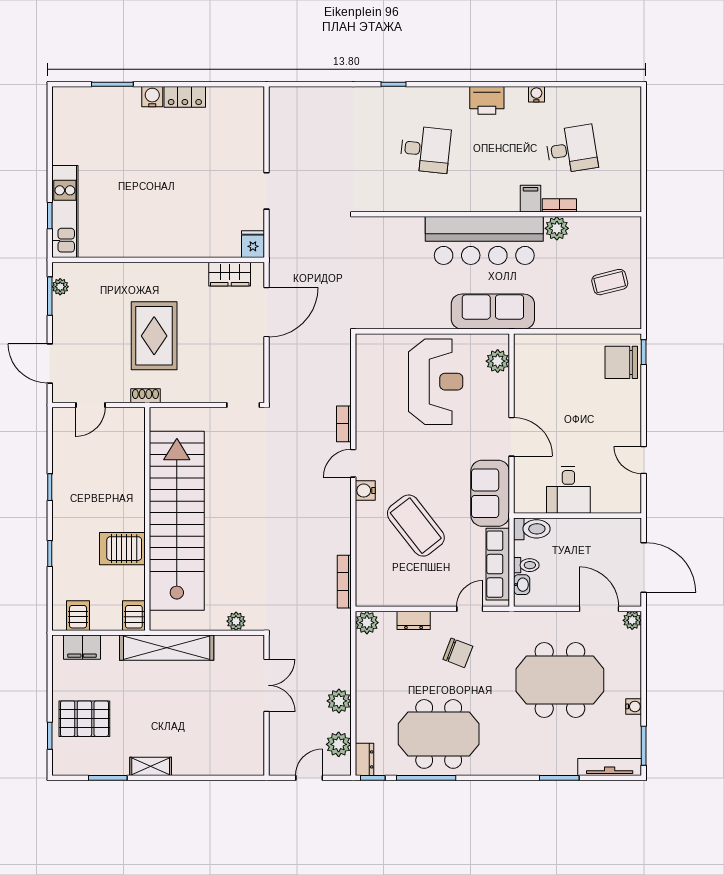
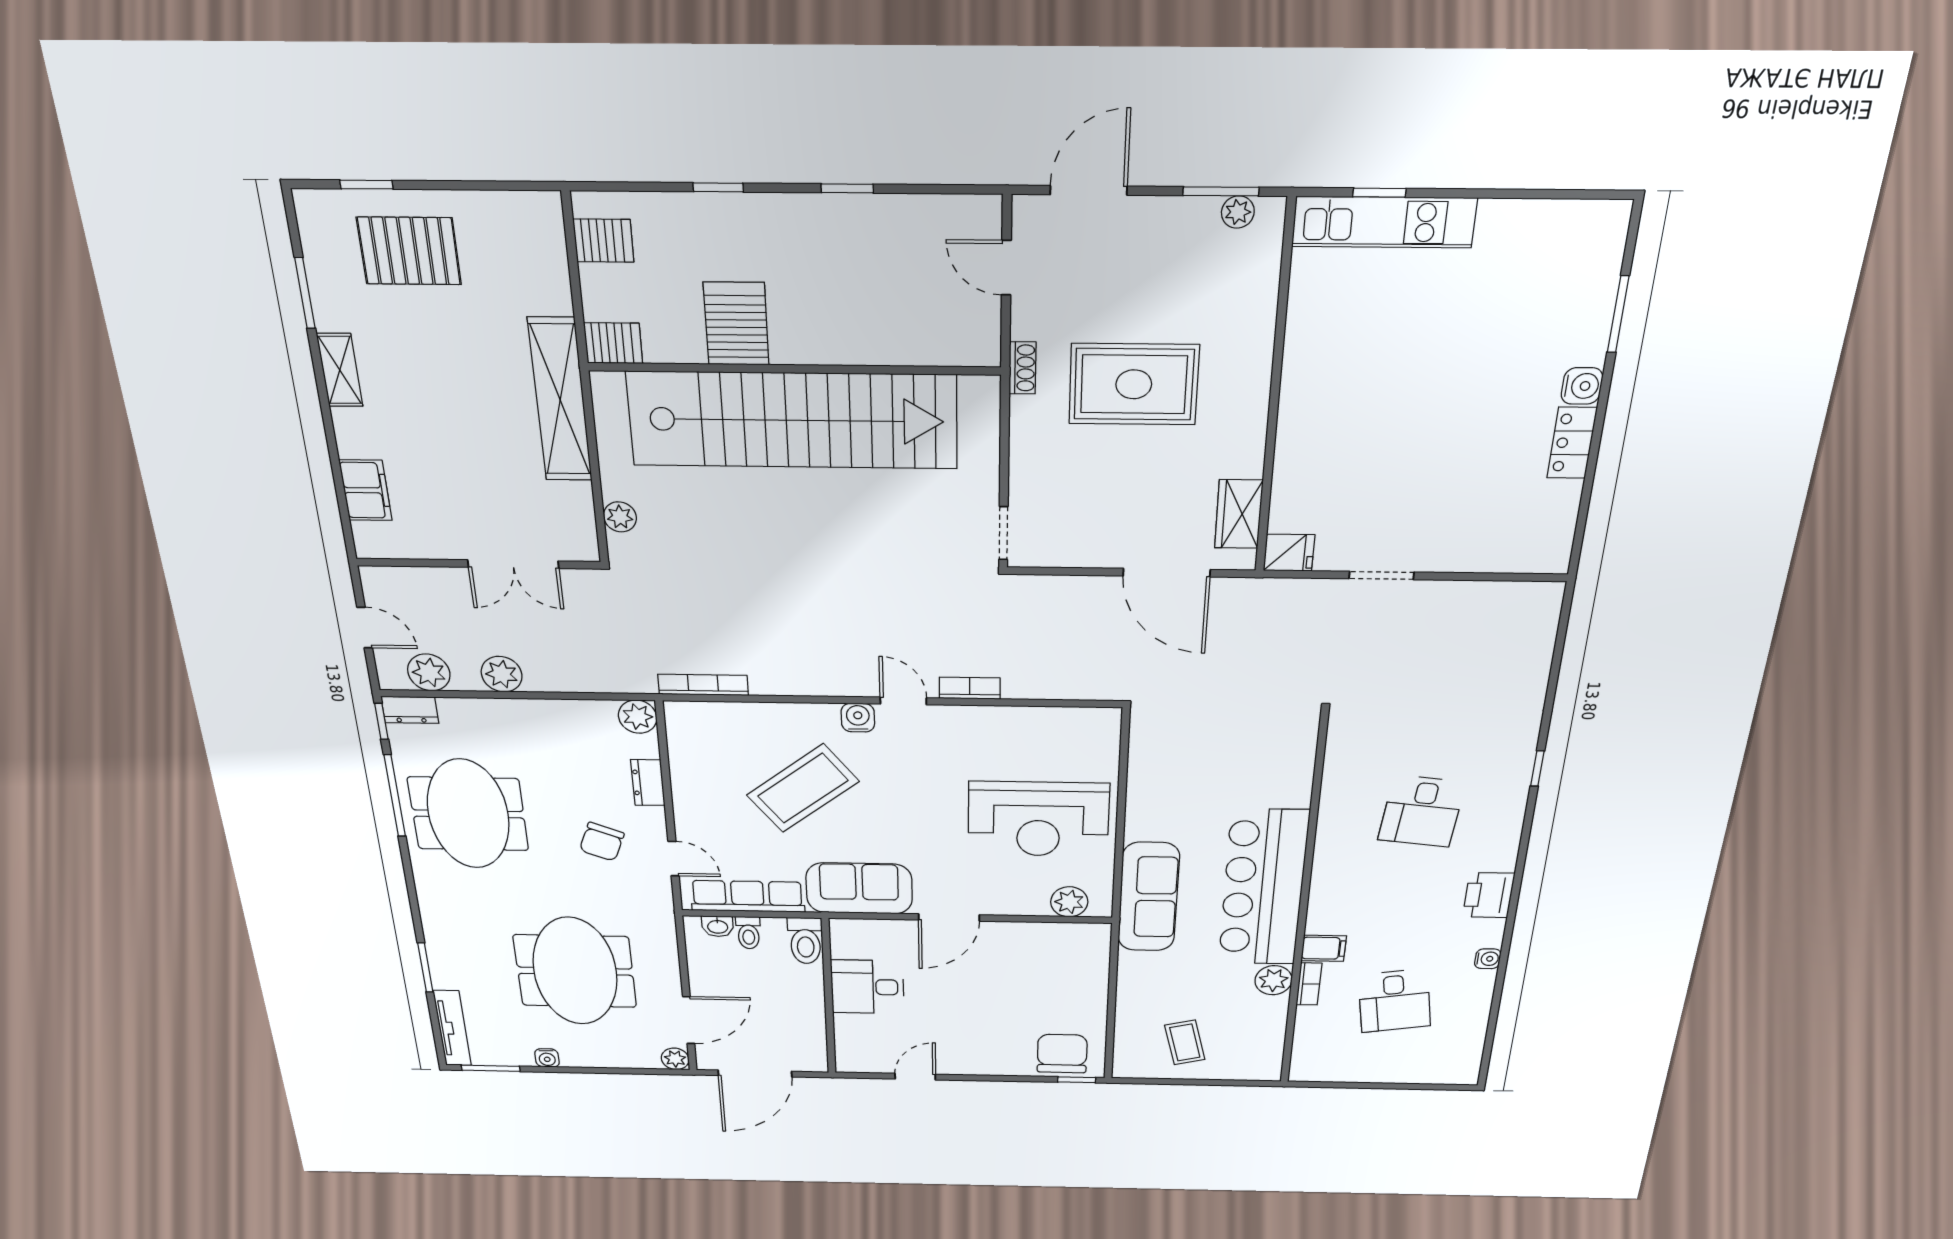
filing cabinet: (82, 647) -> (366, 490), moved, turned 180
pallet: (84, 719) -> (409, 251), turned 90

